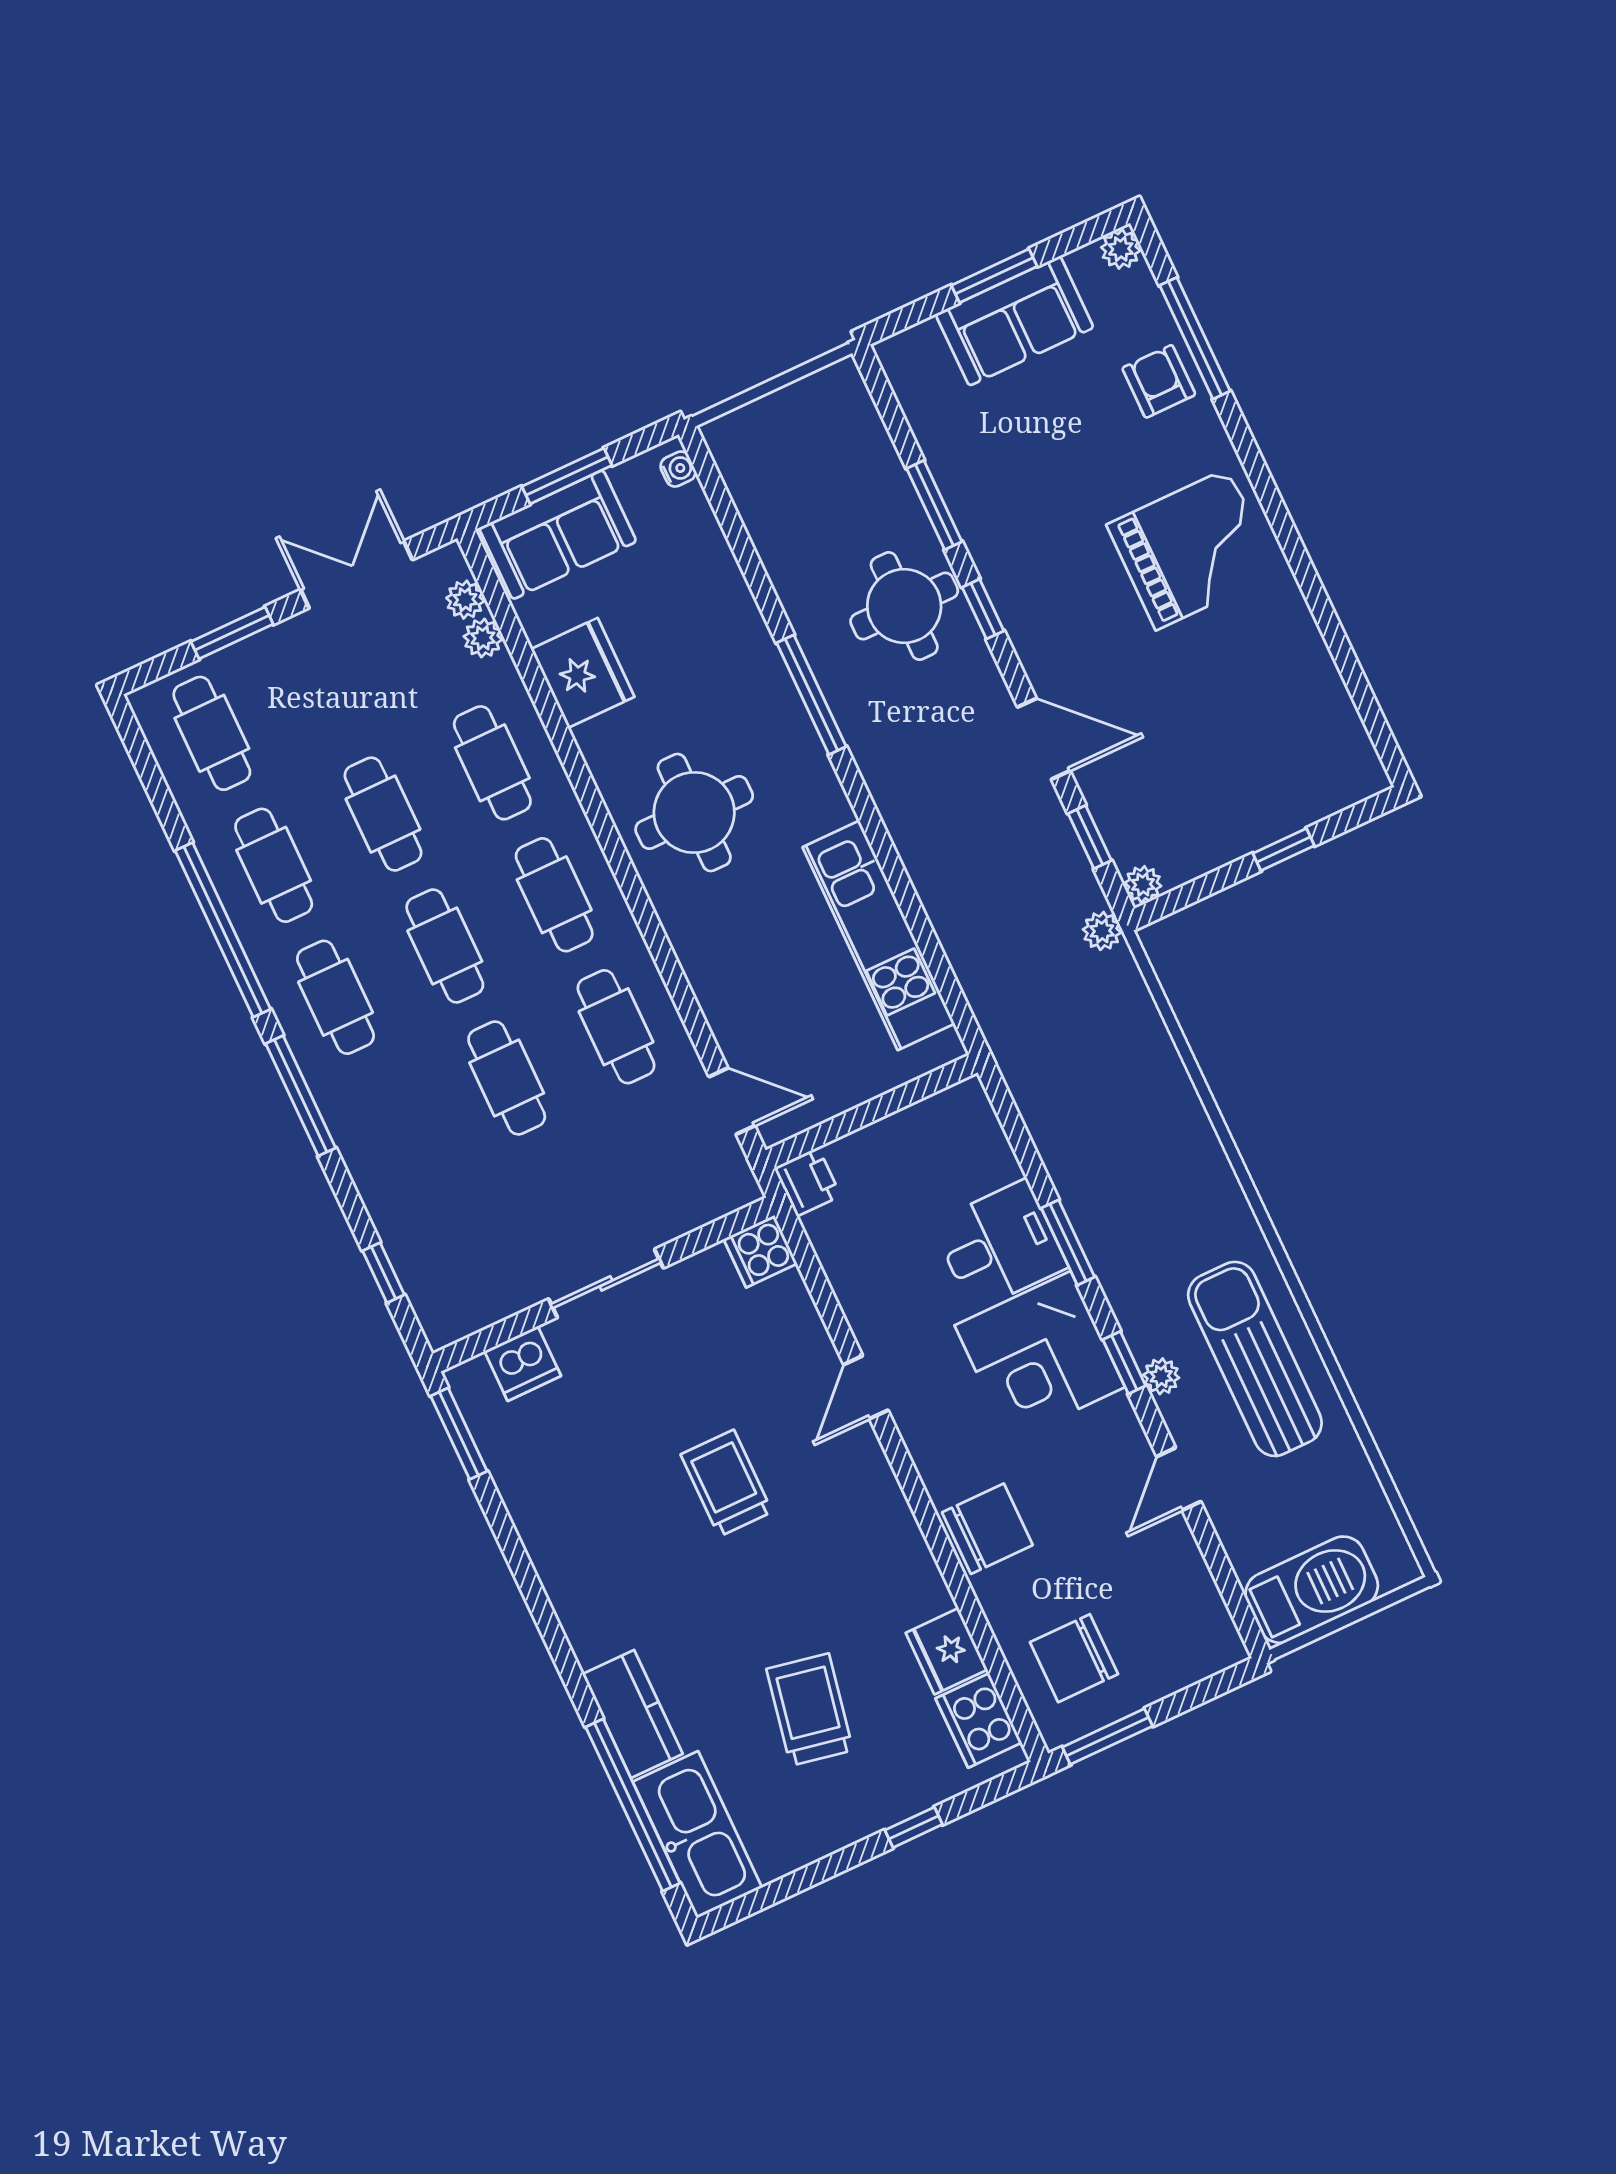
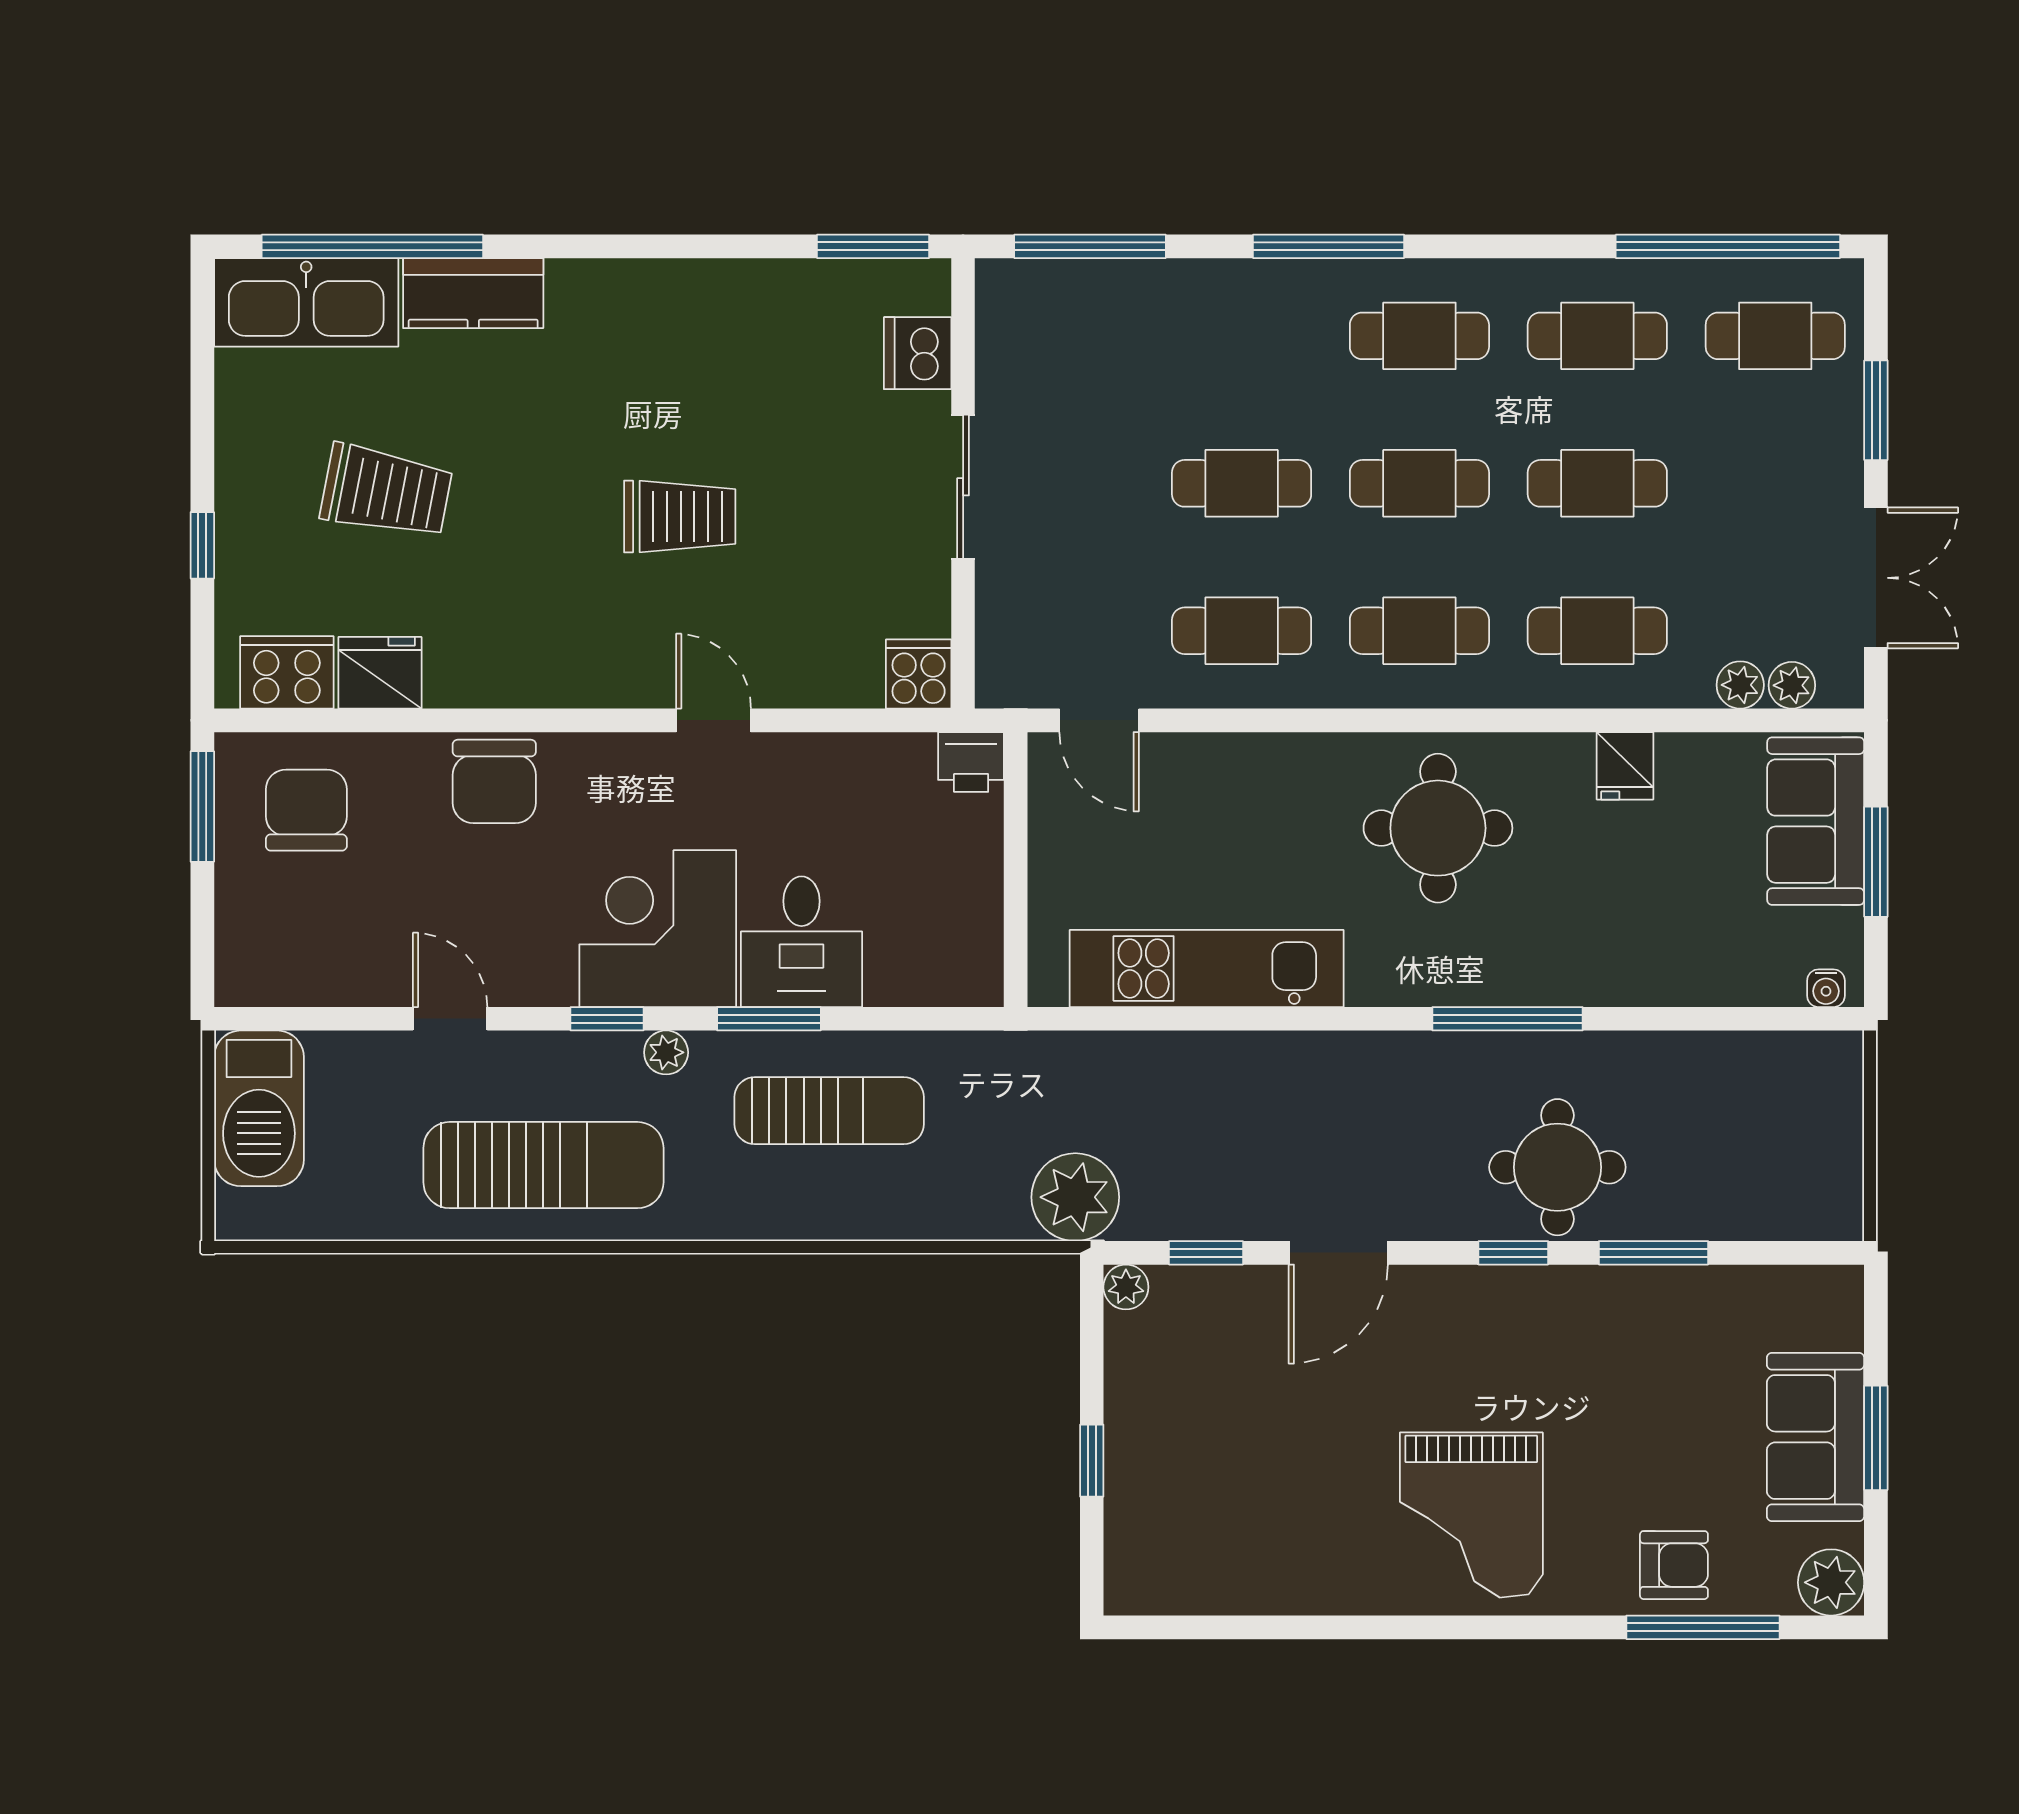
plant: (1121, 249) -> (1831, 1582), width x1.38, depth x1.38
fridge: (583, 673) -> (1625, 766), width x0.53, depth x0.75
window: (223, 930) -> (1728, 246), moved
plant: (1102, 931) -> (1075, 1197), width x1.87, depth x1.87
door: (732, 1101) -> (1099, 720), hinge flipped
sun lounger: (1115, 1166) -> (829, 1111), added
window: (384, 1273) -> (1090, 246), width x2.17
plant: (1161, 1376) -> (666, 1052), moved

